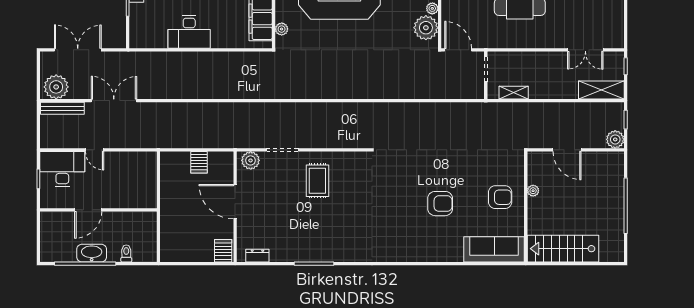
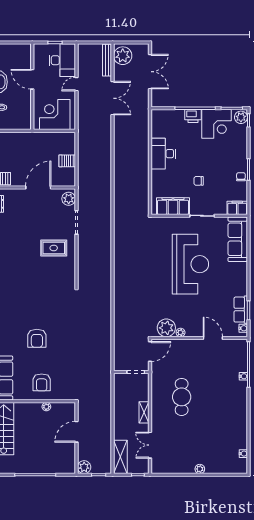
plant: (282, 29) -> (165, 222), removed
shelving: (514, 93) -> (144, 412), moved
corner desk: (136, 179) -> (55, 115), added

